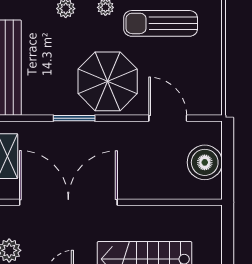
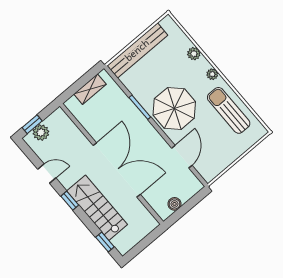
boiler: (205, 162) -> (175, 204), width x0.54, depth x0.54
double door: (68, 202) -> (117, 170), moved

